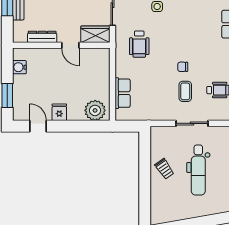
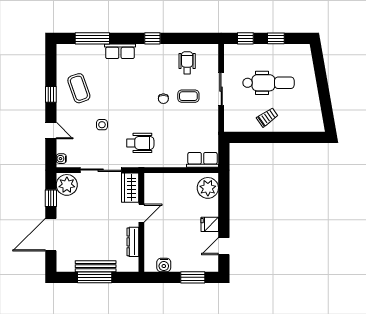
row of seats: (123, 93) -> (202, 160), moved

